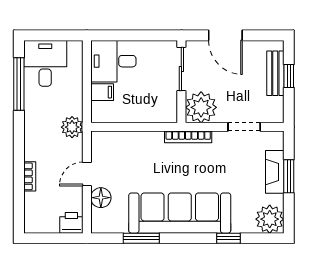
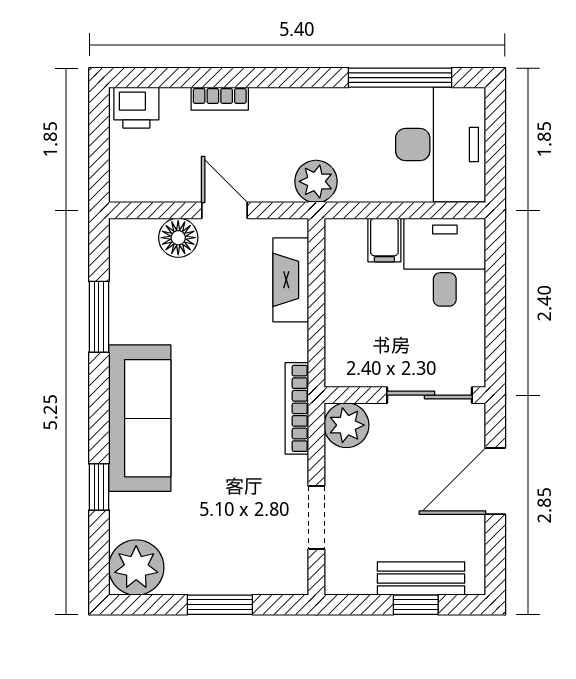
desk: (45, 63) -> (441, 145), width x1.37
plant: (201, 107) -> (346, 425), width x0.73, depth x0.73
fireplace: (275, 172) -> (291, 280), moved, turned -90
sofa: (180, 213) -> (140, 418), width x0.74, depth x0.79
printer: (71, 223) -> (136, 108), moved, turned 90

